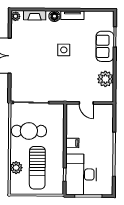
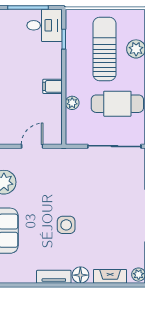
door: (86, 103) -> (32, 146), hinge flipped
plant: (59, 132) -> (72, 103), added
desk: (81, 174) -> (44, 25), width x0.53, depth x0.77

